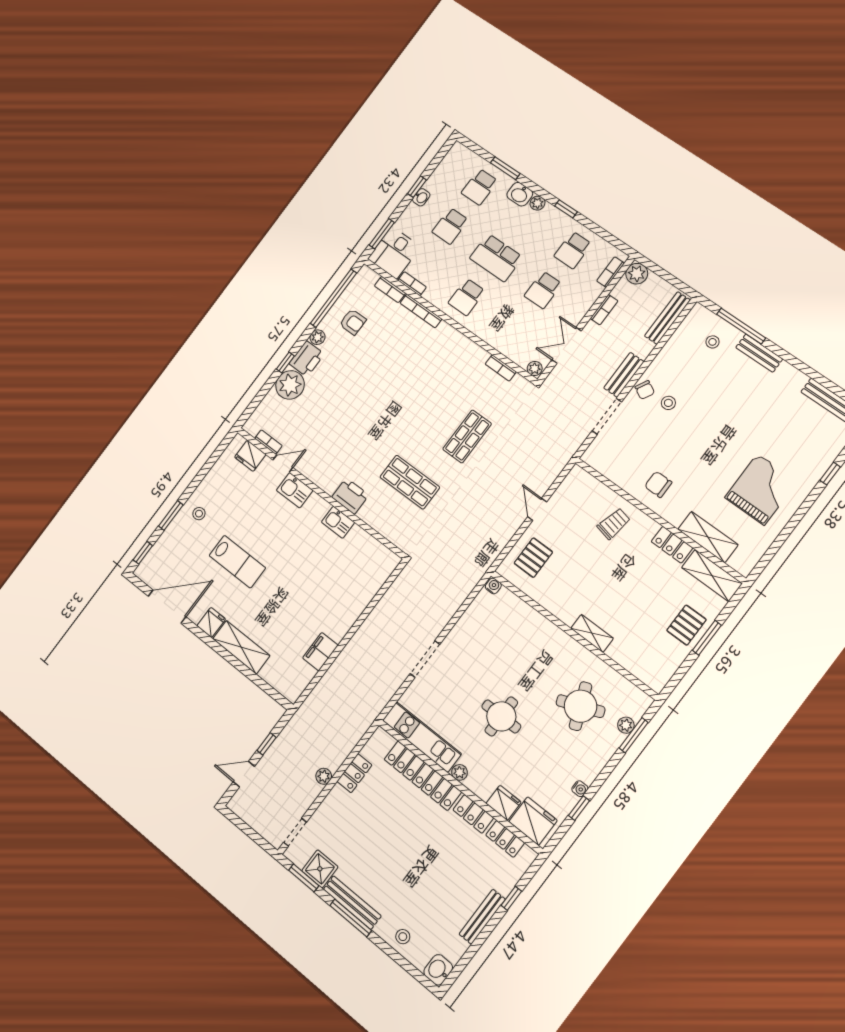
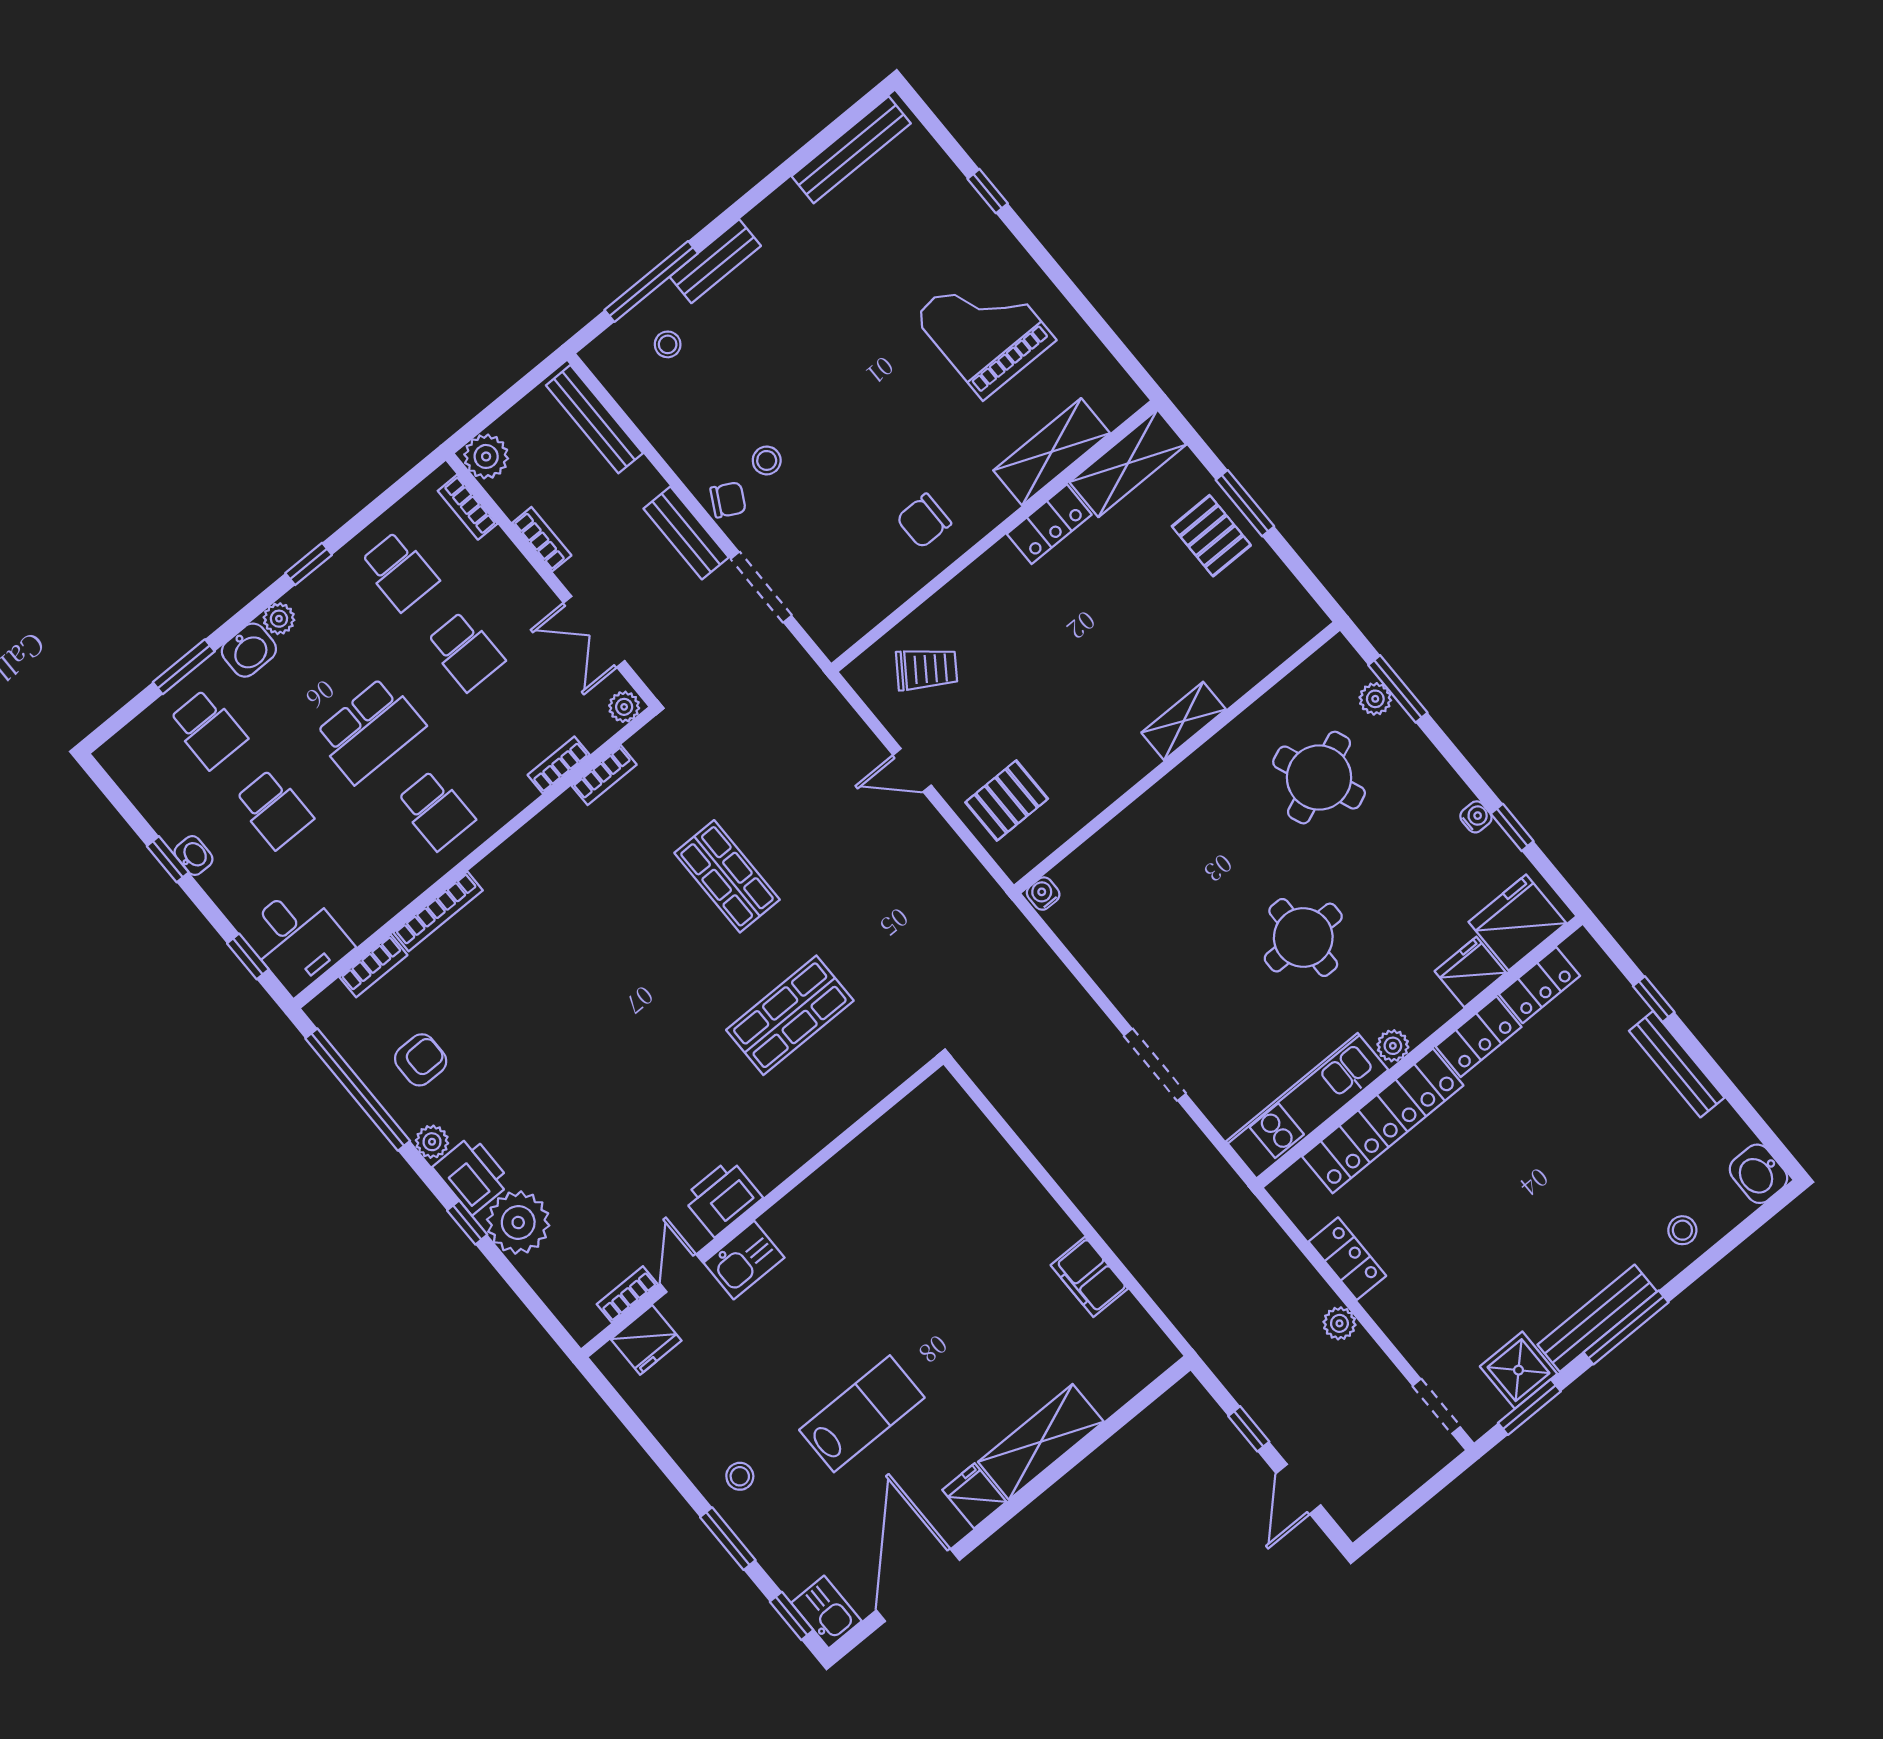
window: (382, 234) -> (248, 956), width x0.67
bookcase: (412, 284) -> (559, 765), moved
printer: (350, 496) -> (723, 1198), moved
kitchen sink: (338, 522) -> (826, 1612), moved, turned -90
trolley: (614, 524) -> (927, 669), moved, turned 113
pallet: (533, 558) -> (1007, 801), turned 90

